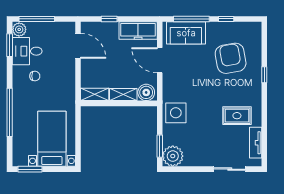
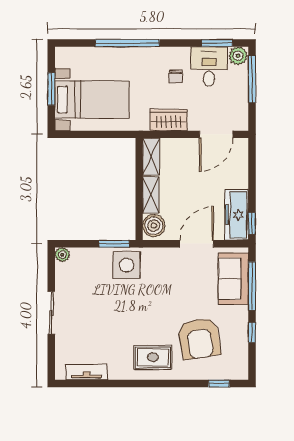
window: (109, 19) -> (252, 223), moved
armchair: (231, 58) -> (199, 338), turned 91
window: (264, 75) -> (219, 383), moved
wardrobe: (67, 81) -> (169, 120), added
rug: (237, 116) -> (153, 357), moved, turned 90
window: (160, 146) -> (114, 244), moved
plant: (173, 156) -> (62, 255), width x0.53, depth x0.53
window: (30, 169) -> (51, 89), moved
sliding door: (230, 169) -> (51, 313), moved

